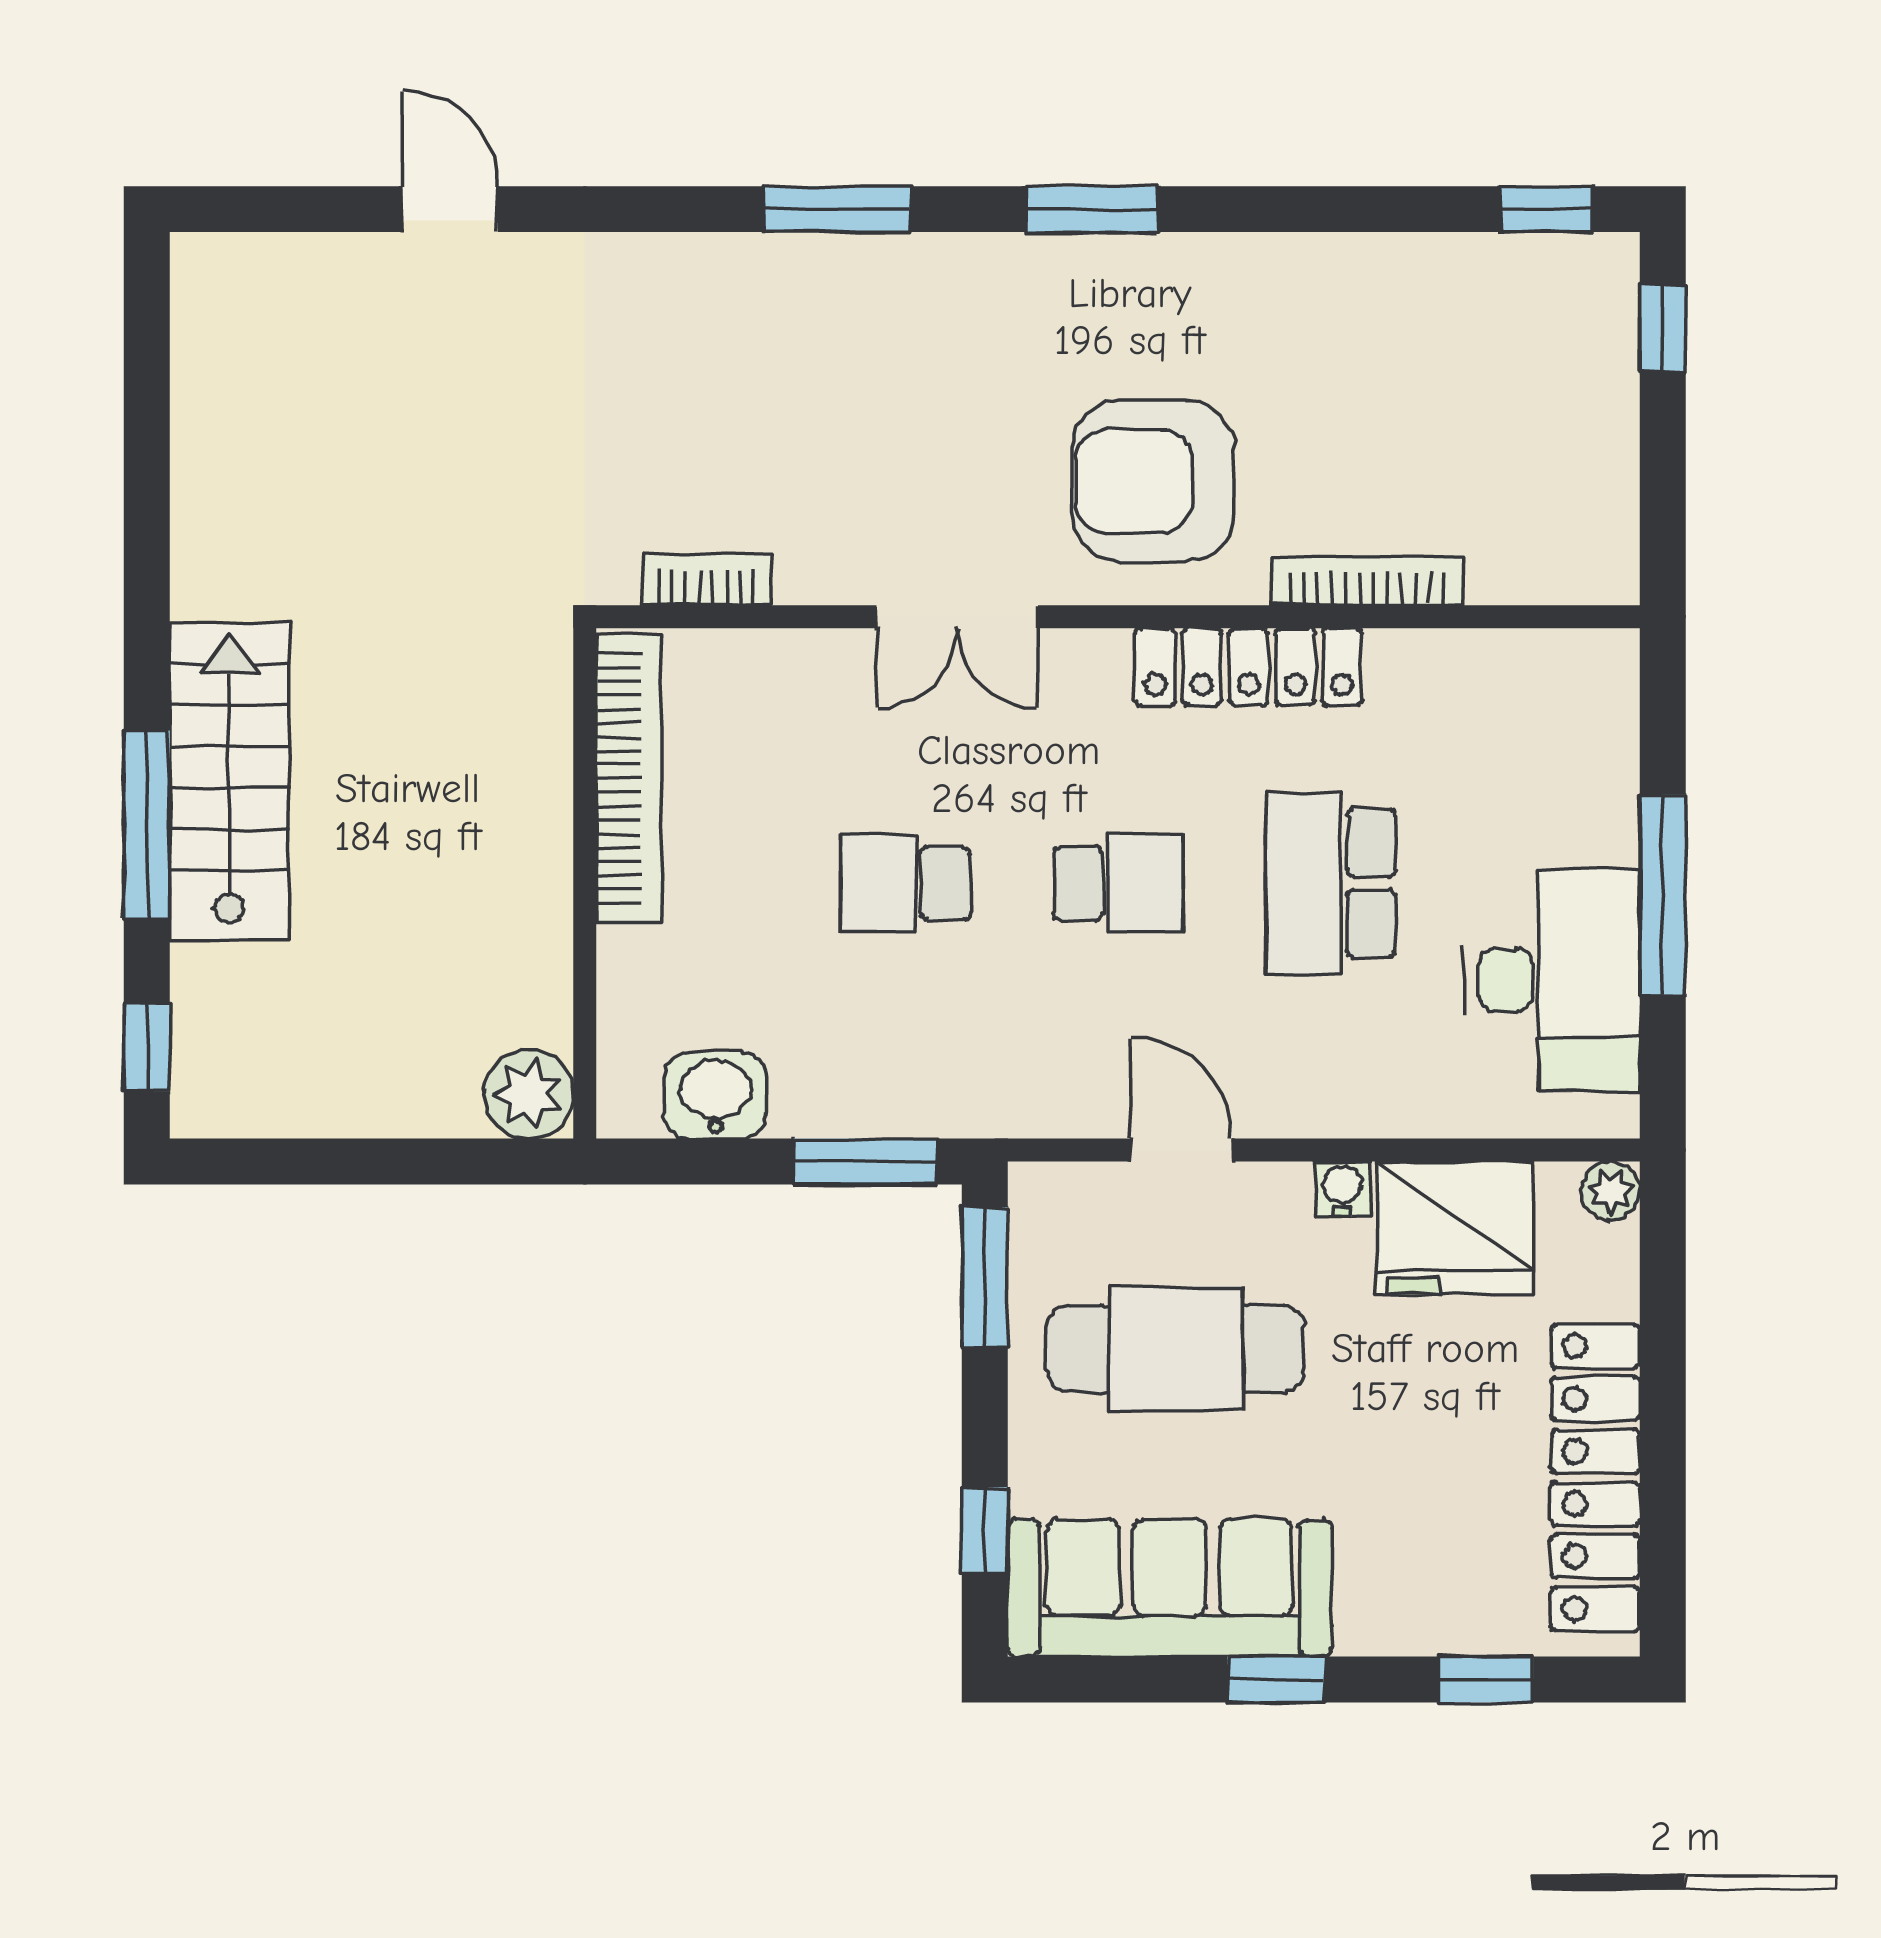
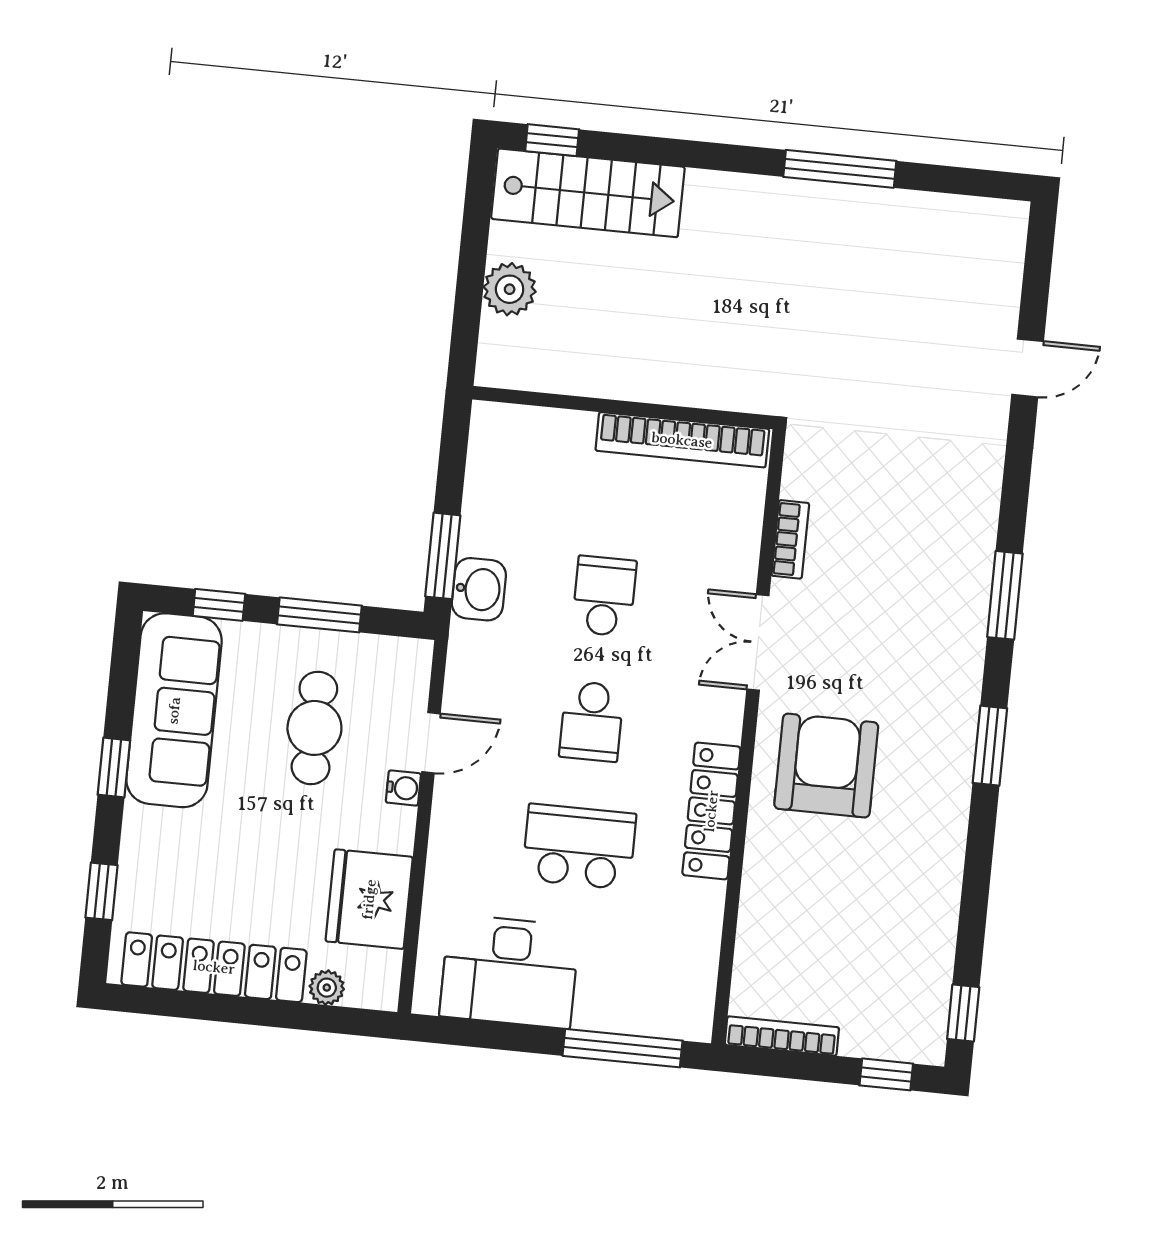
bookcase: (706, 580) -> (790, 539), moved
bookcase: (1367, 581) -> (782, 1036), moved, turned -90
stairs: (229, 781) -> (588, 193), moved
window: (147, 825) -> (840, 169), moved
window: (1663, 895) -> (623, 1048), moved
plant: (529, 1094) -> (510, 289), moved
washbasin: (715, 1095) -> (479, 589), moved
water cooler: (1343, 1189) -> (403, 788), moved
plant: (1611, 1191) -> (327, 988), moved
window: (985, 1277) -> (319, 615), moved
cafe table: (1176, 1349) -> (314, 728), width x0.73, depth x0.74

